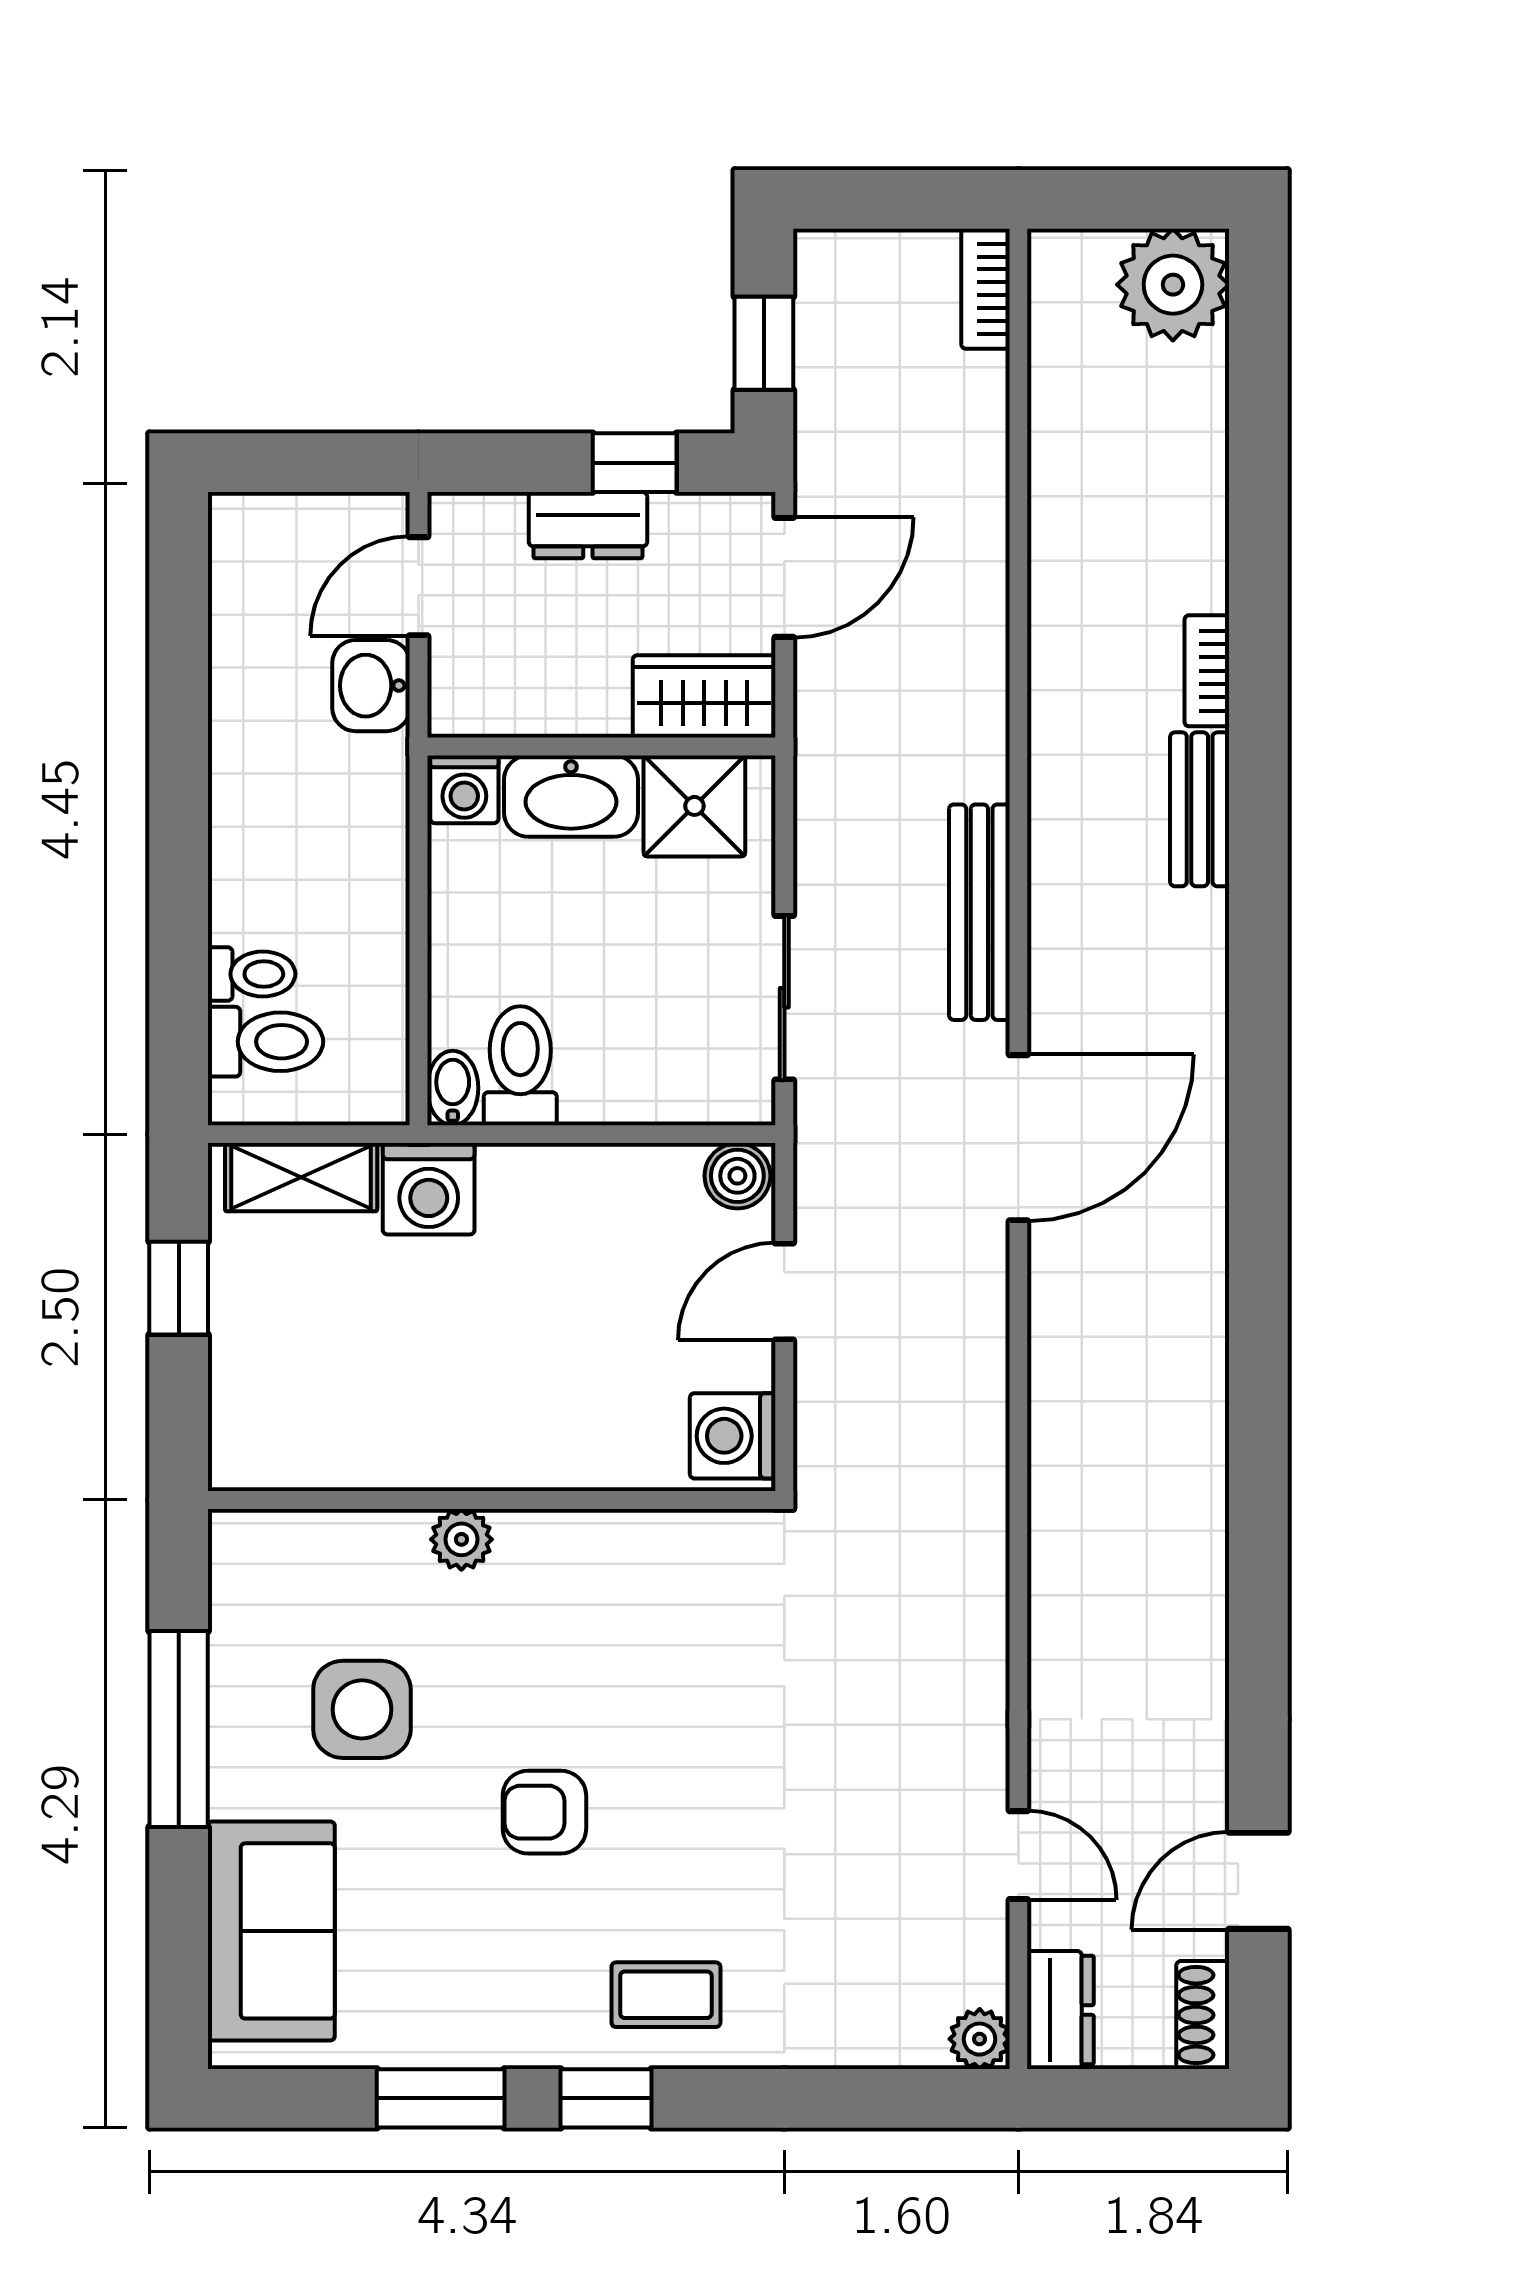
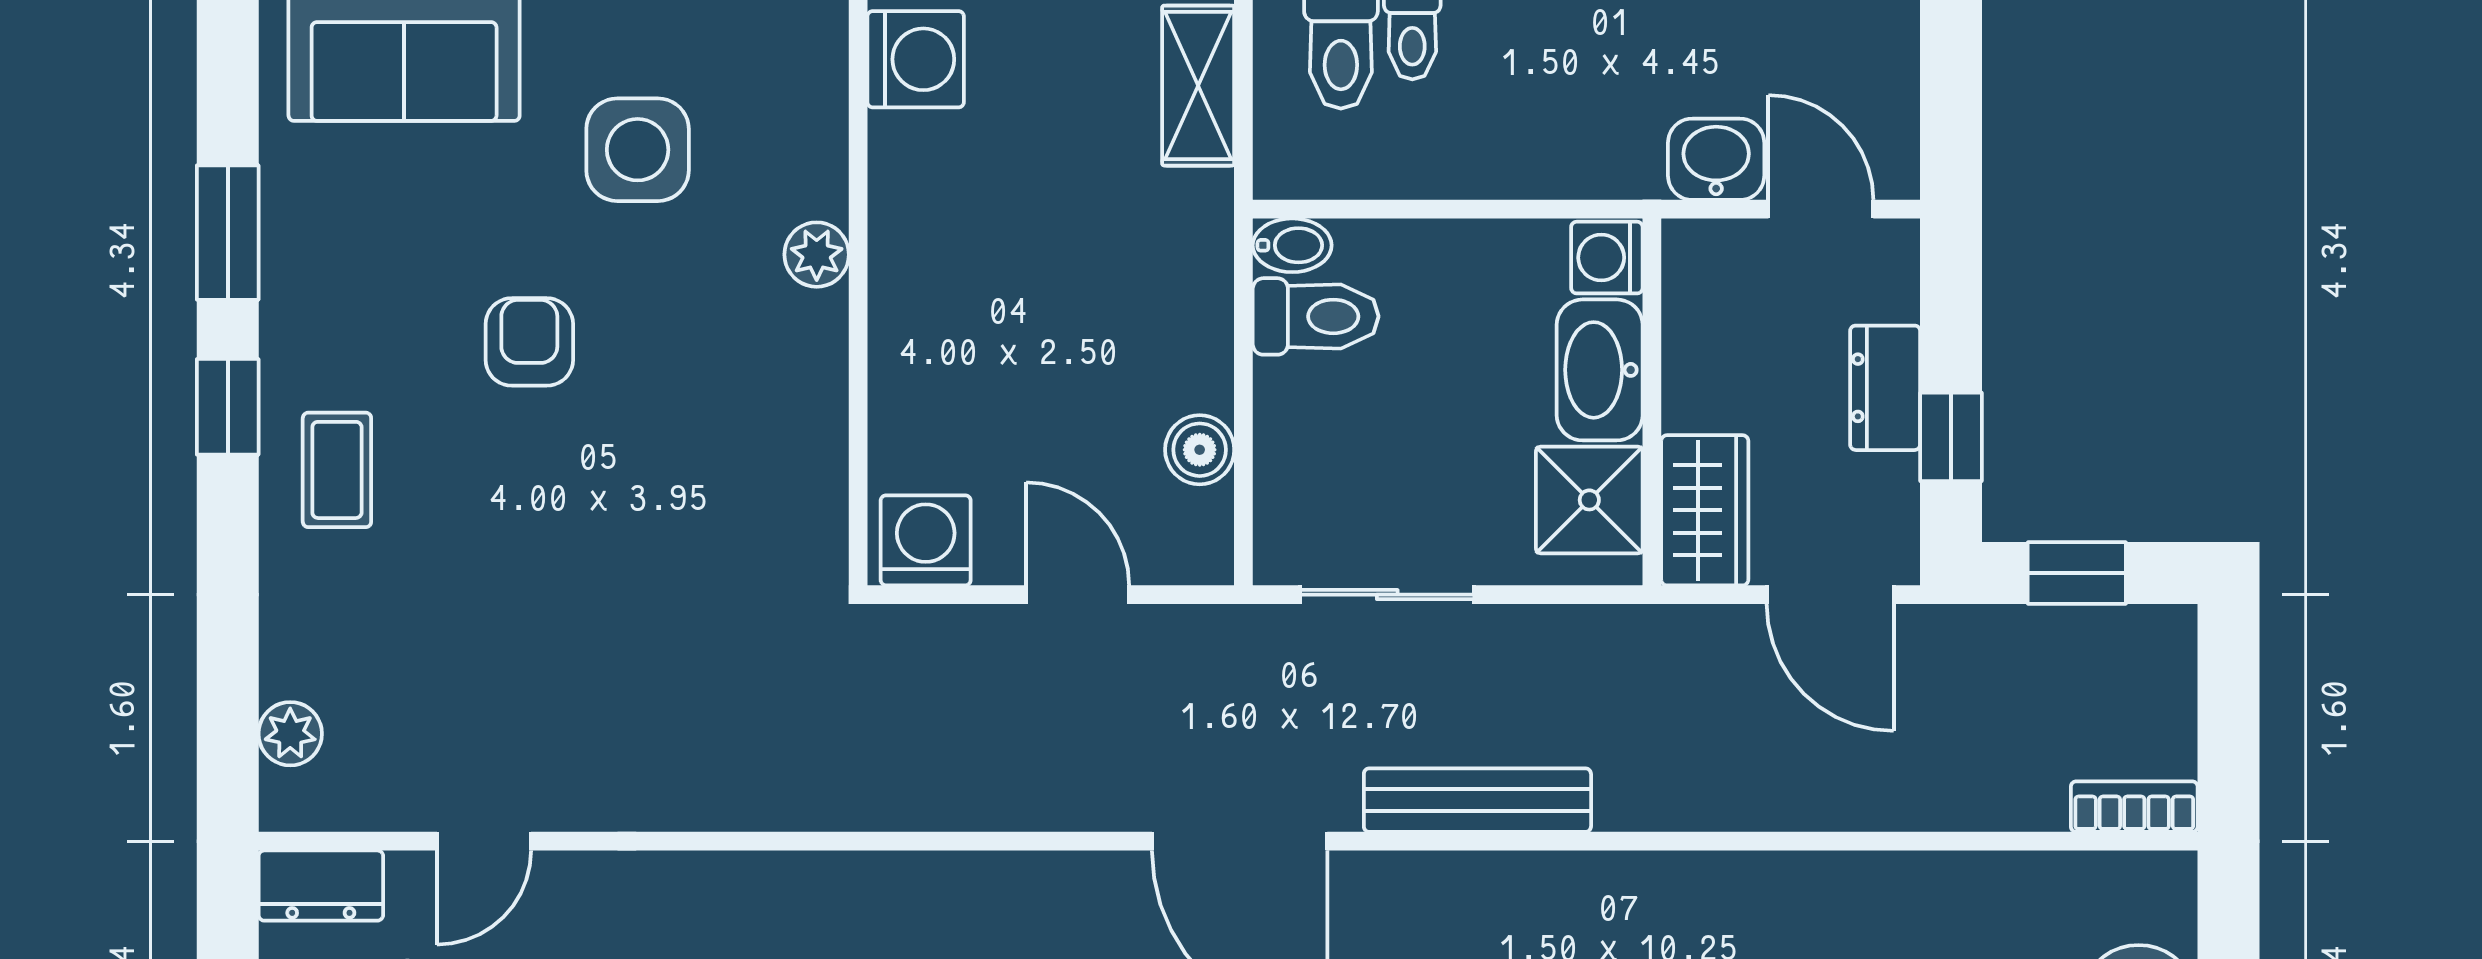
boiler: (737, 1176) -> (1200, 450), moved
washing machine: (429, 1189) -> (916, 59), moved, turned 180
plant: (980, 2039) -> (290, 734), moved

